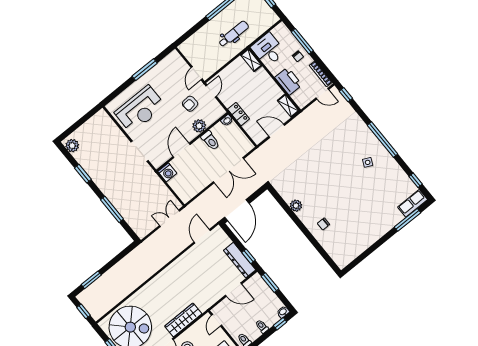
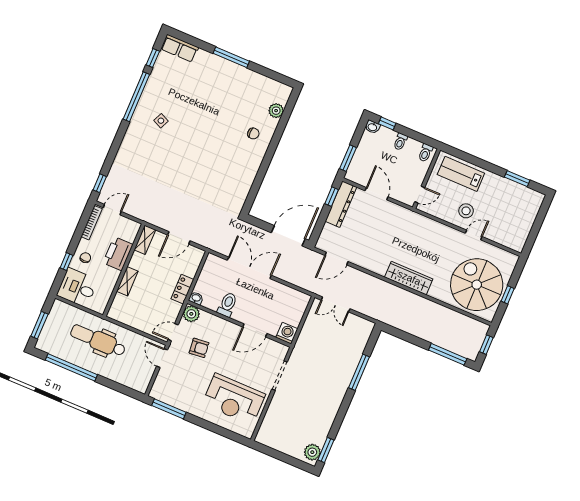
dental chair: (234, 34) -> (98, 340), width x1.36, depth x1.38
window: (302, 41) -> (66, 262), width x0.46
desk: (268, 50) -> (77, 288), moved, turned 90
shelving: (251, 60) -> (127, 281), moved
window: (145, 70) -> (169, 409), moved
door: (197, 73) -> (162, 358), swing flipped
door: (322, 94) -> (112, 210), hinge flipped
reception desk: (140, 109) -> (234, 399), turned 180
plant: (199, 126) -> (191, 314), moved
door: (277, 131) -> (179, 238), hinge flipped
window: (382, 140) -> (136, 97), moved
window: (83, 174) -> (326, 450), moved
plant: (296, 206) -> (276, 111), moved
window: (407, 220) -> (231, 57), moved
window: (91, 280) -> (448, 354), width x1.44
wardrobe: (183, 320) -> (409, 278), moved, turned 180

